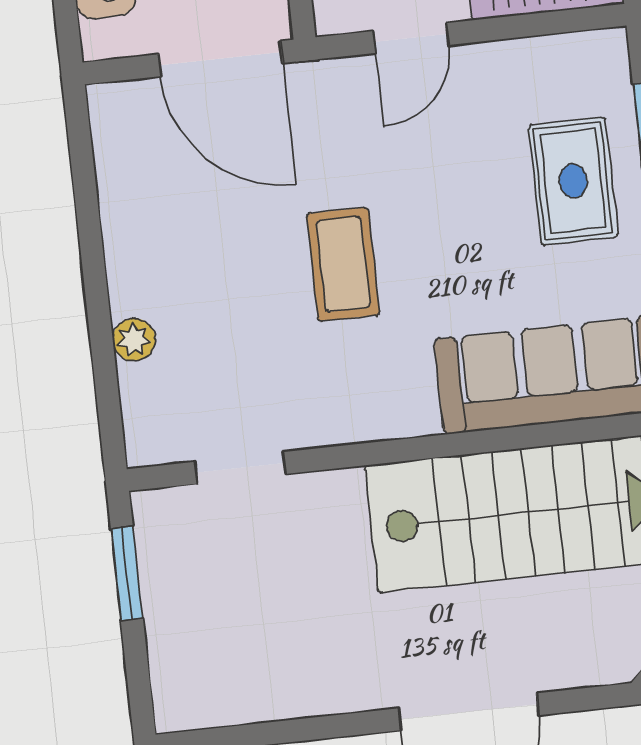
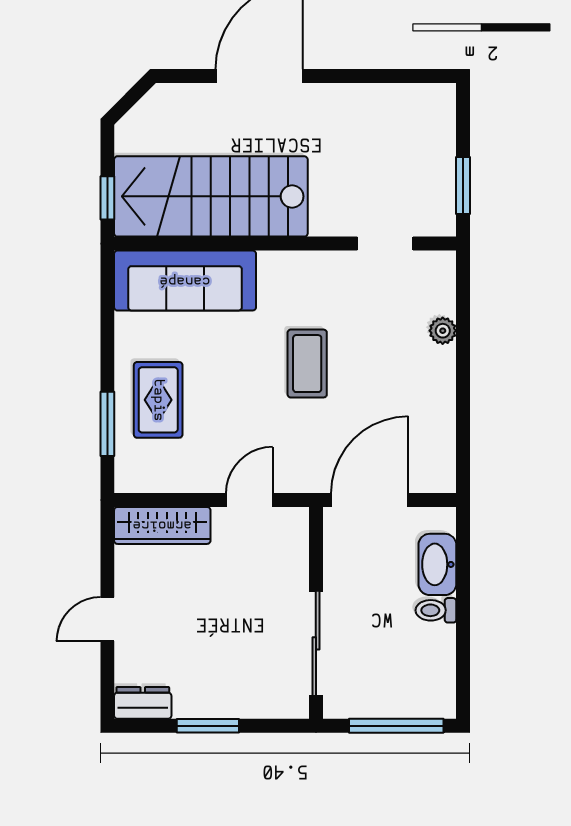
door: (221, 59) -> (370, 500), hinge flipped

